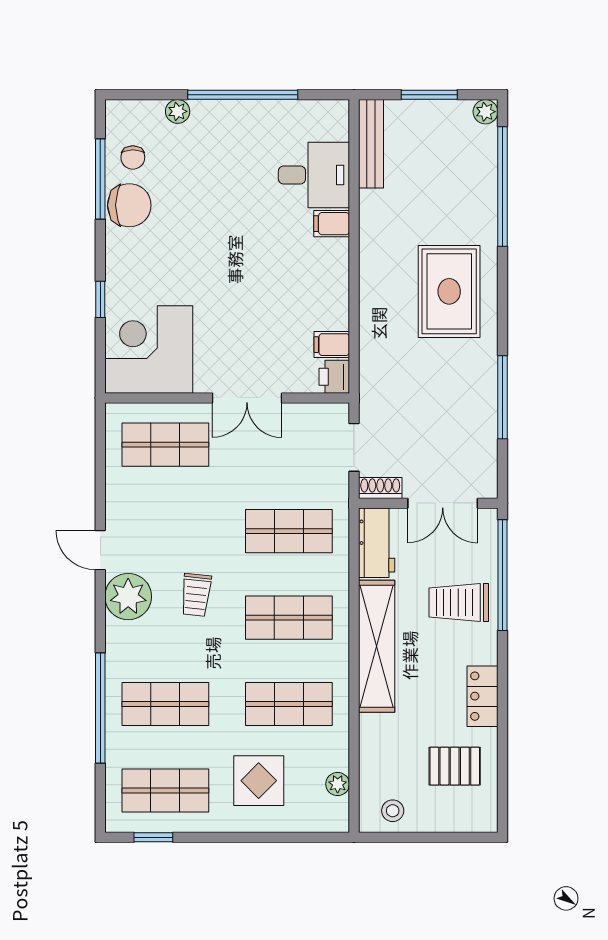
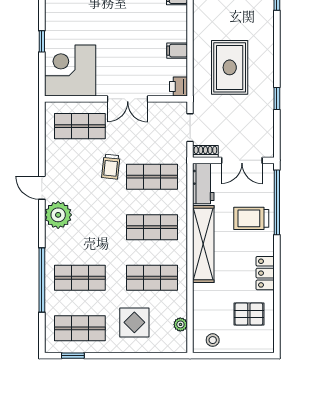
rug: (449, 291) -> (230, 67), moved
filing cabinet: (332, 345) -> (177, 51), moved
window: (502, 397) -> (277, 98), width x0.46
trolley: (196, 595) -> (111, 167), moved

